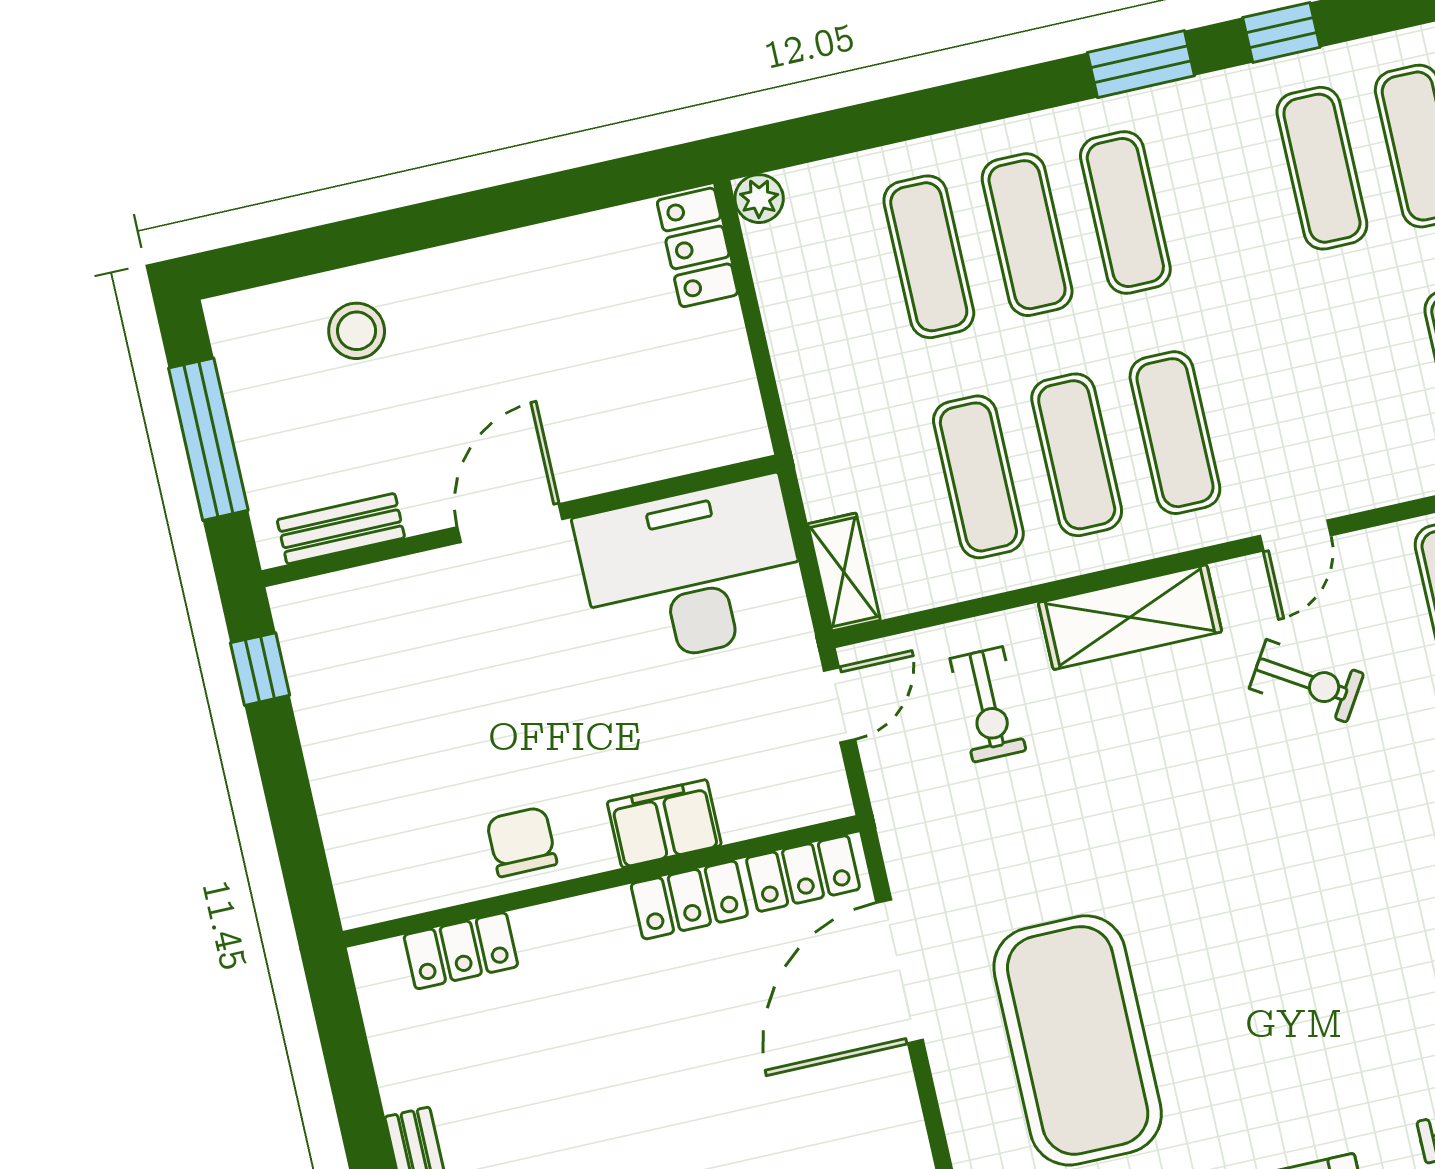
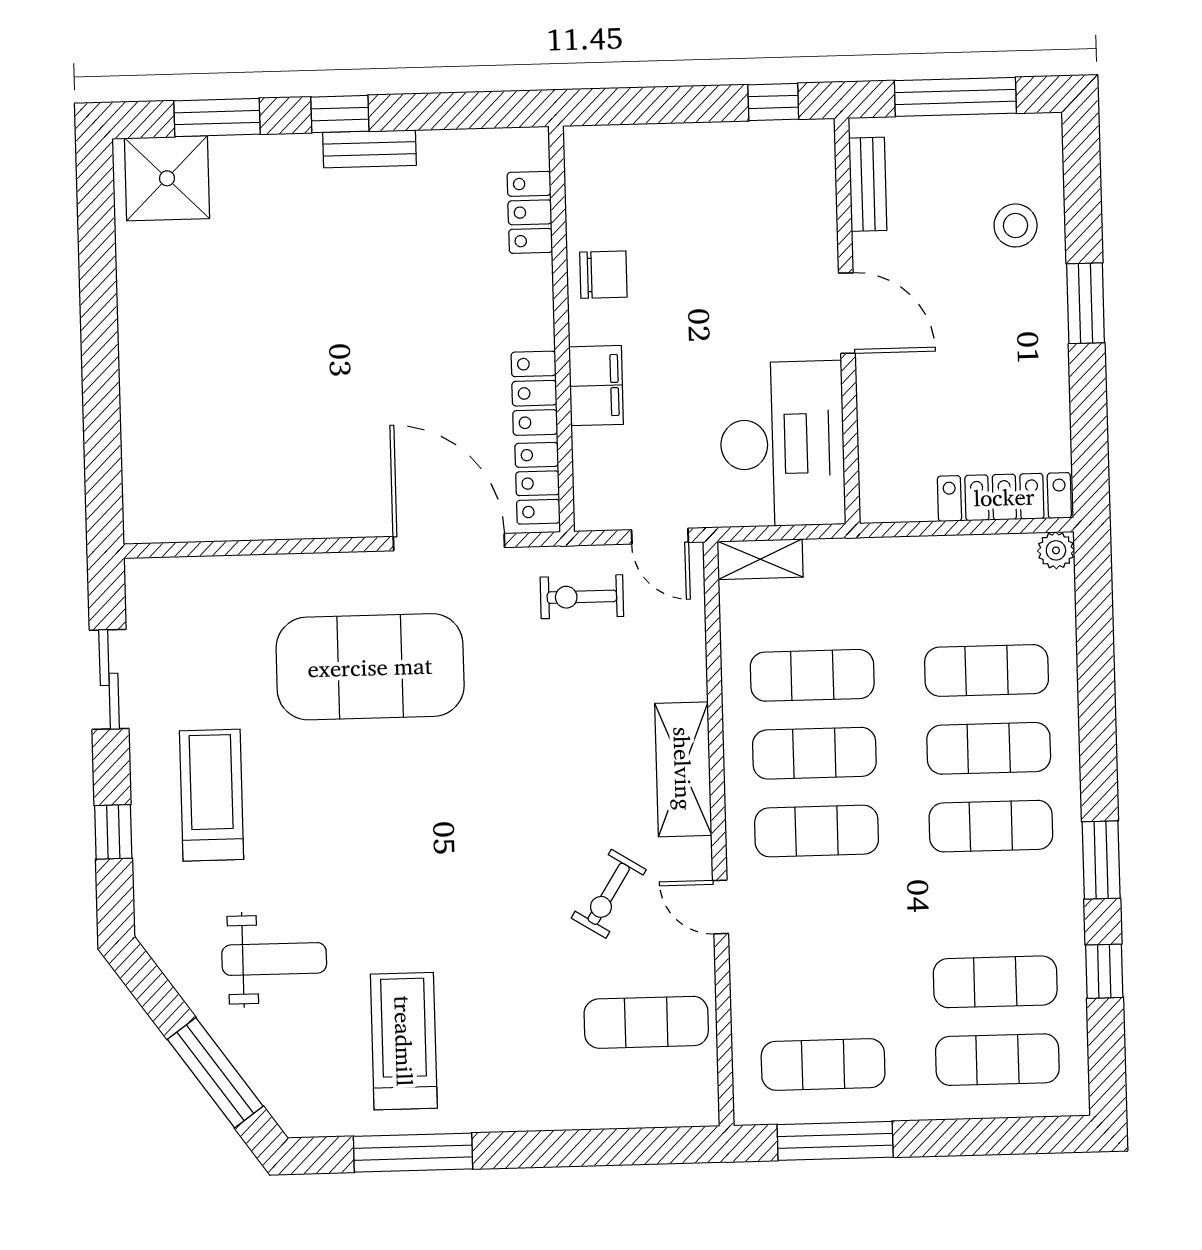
window: (438, 223) -> (1086, 303), added
locker: (697, 247) -> (1004, 497), width x1.53
exercise bike: (988, 705) -> (582, 597), moved

